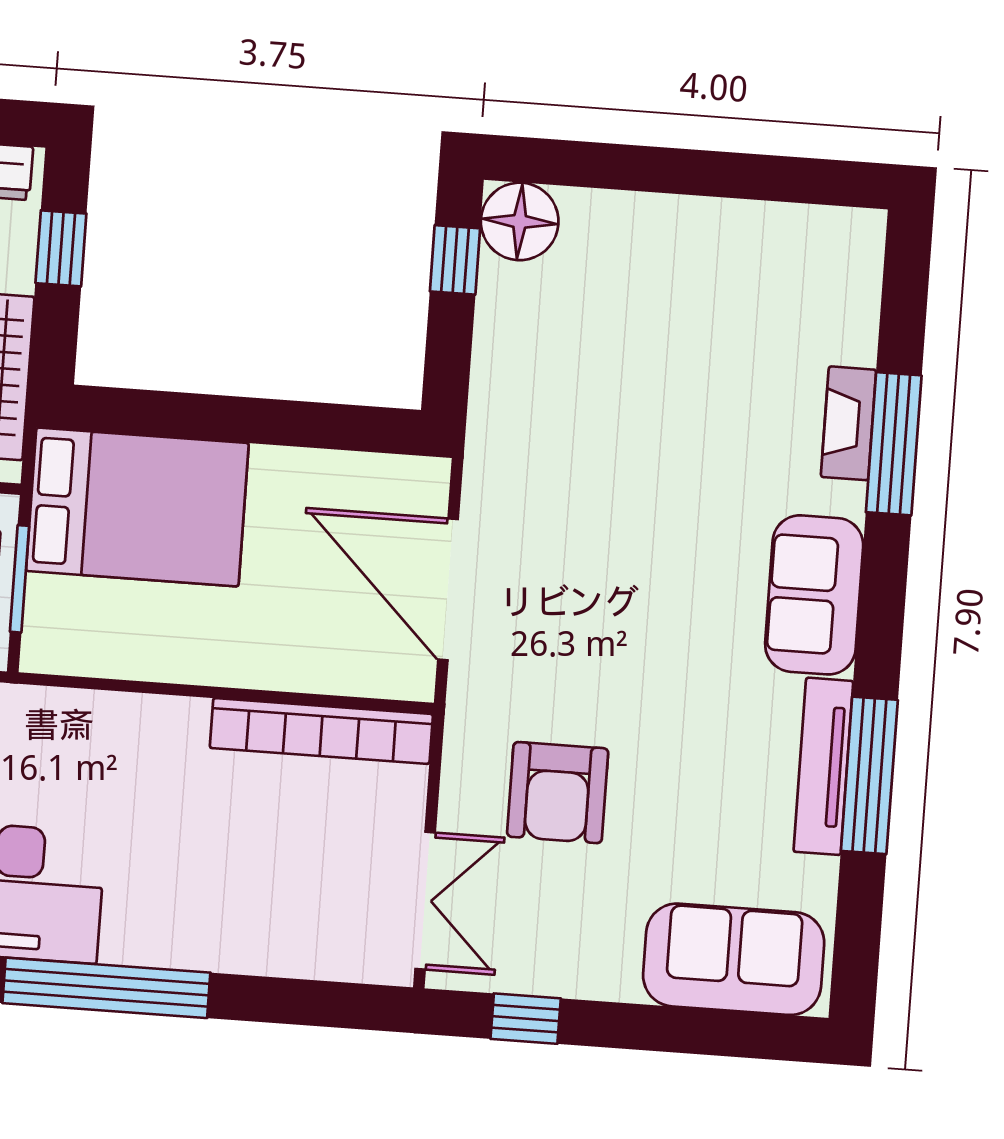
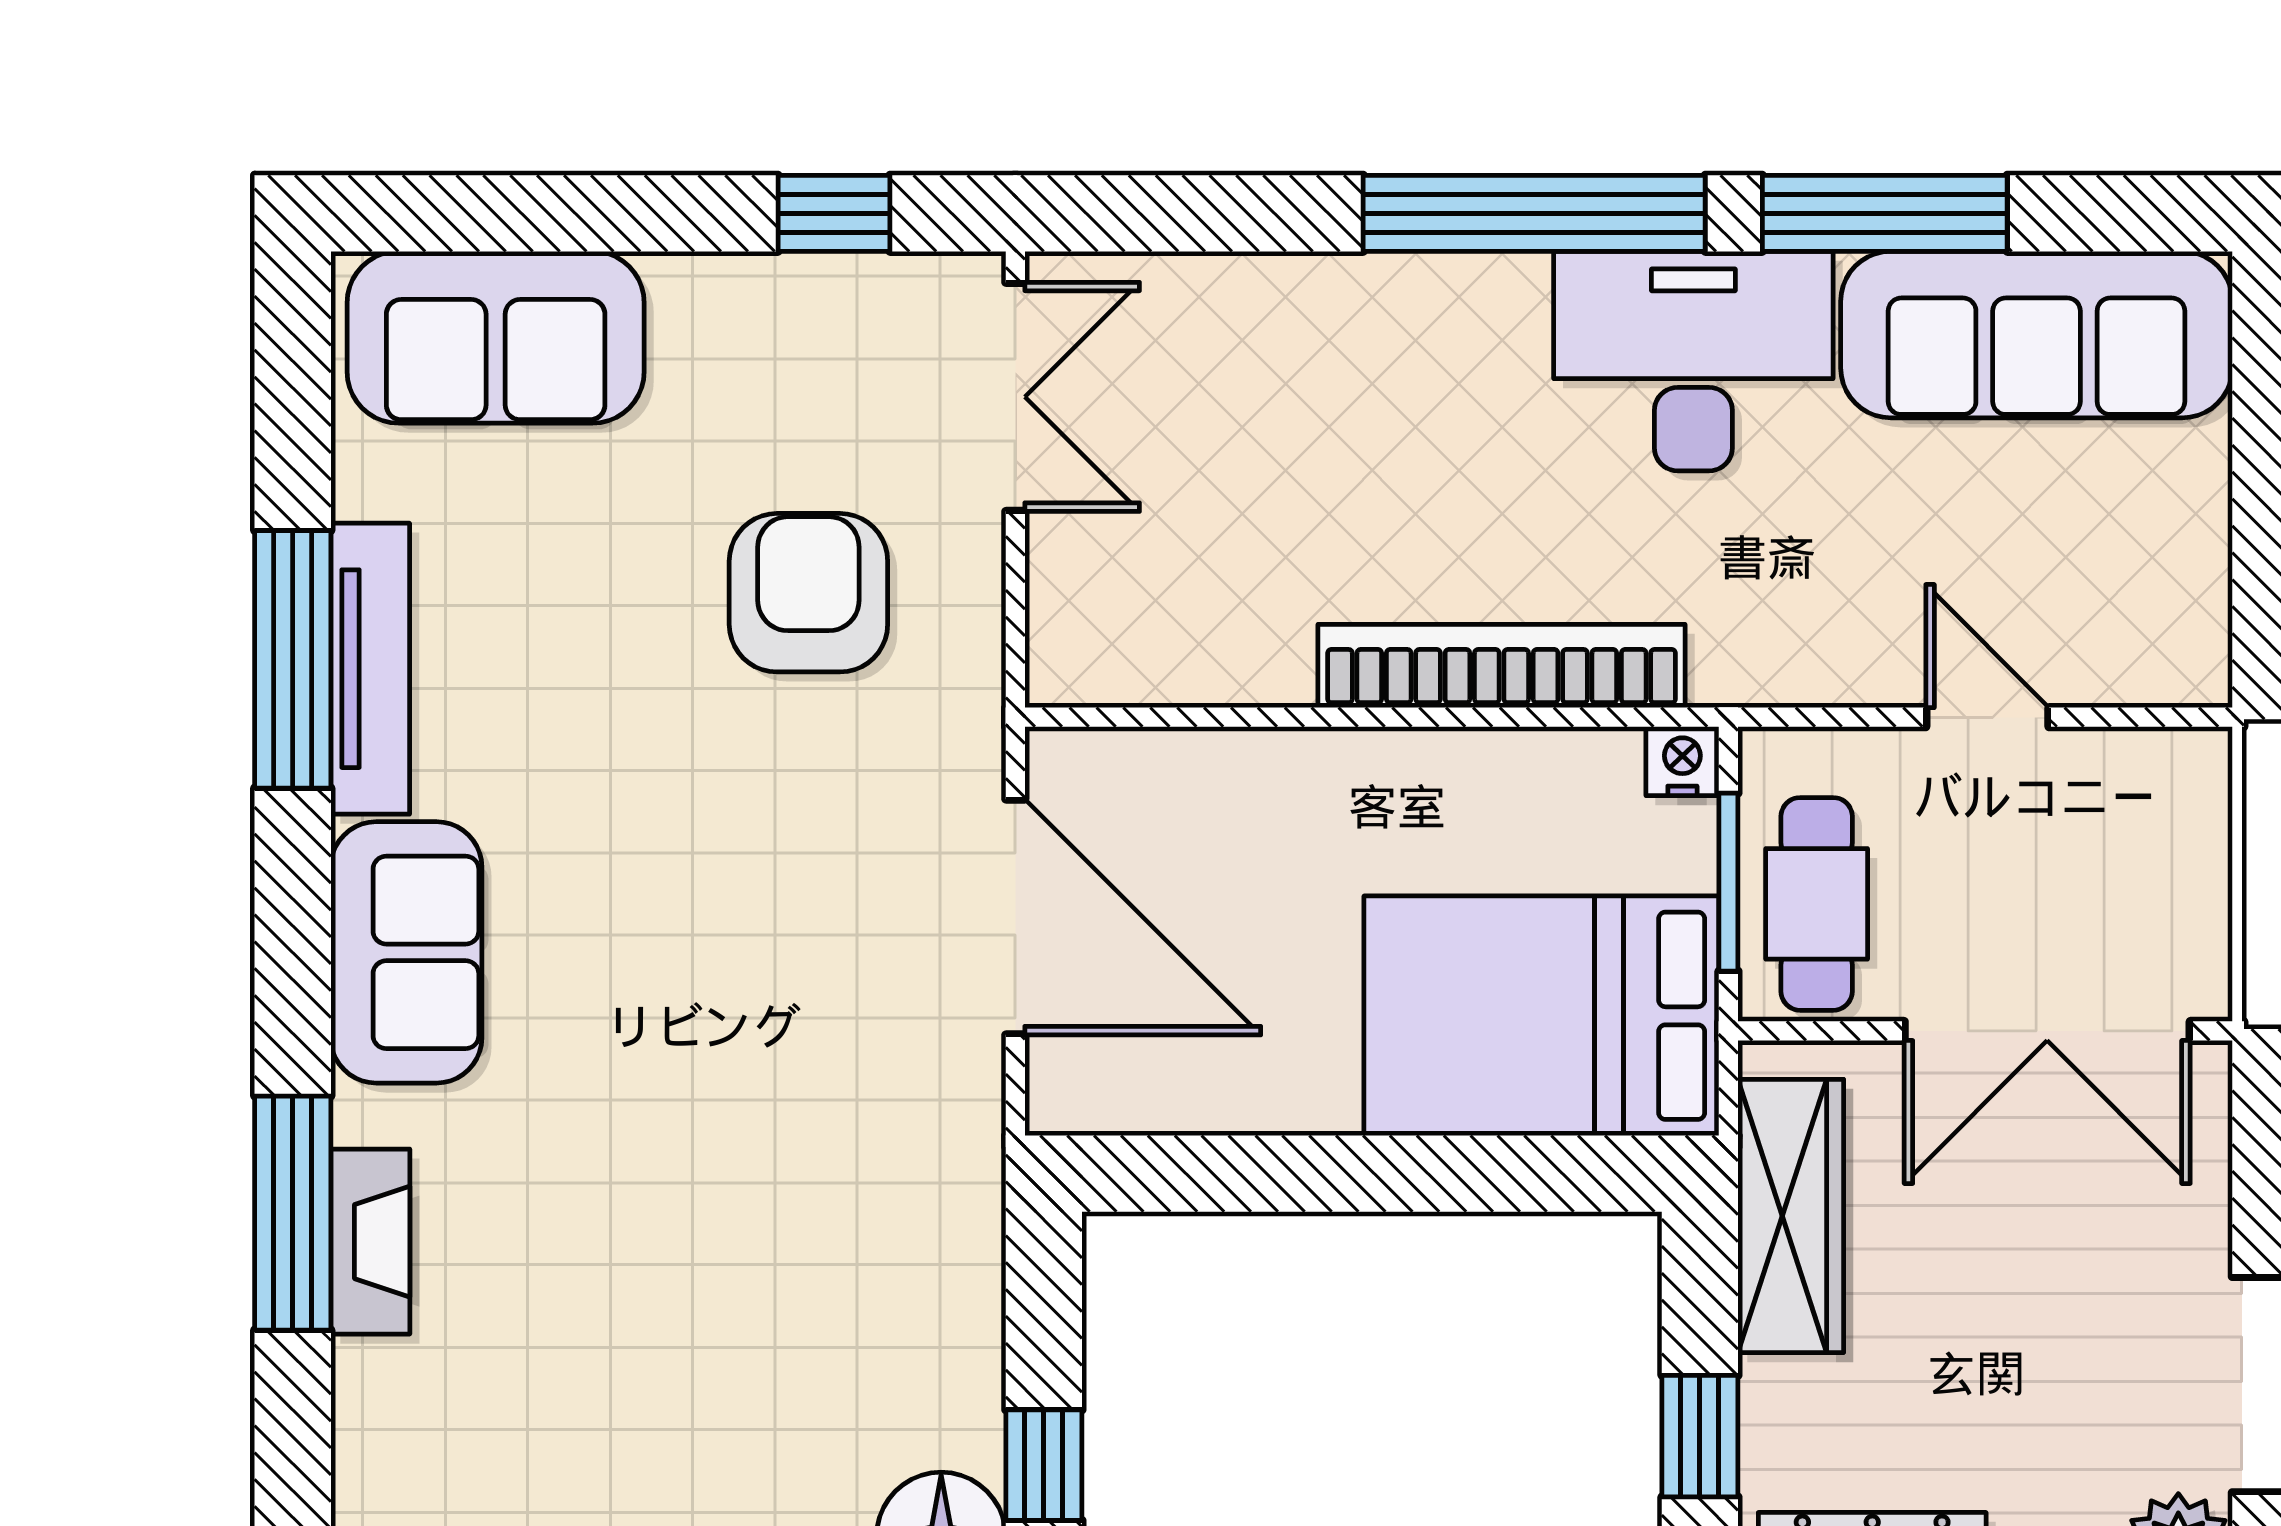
nightstand: (42, 653) -> (1682, 761), added
bookcase: (321, 731) -> (1502, 666), moved
double door: (425, 901) -> (1015, 397), swing flipped

